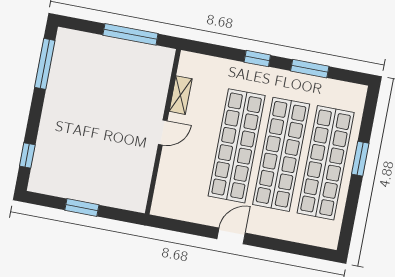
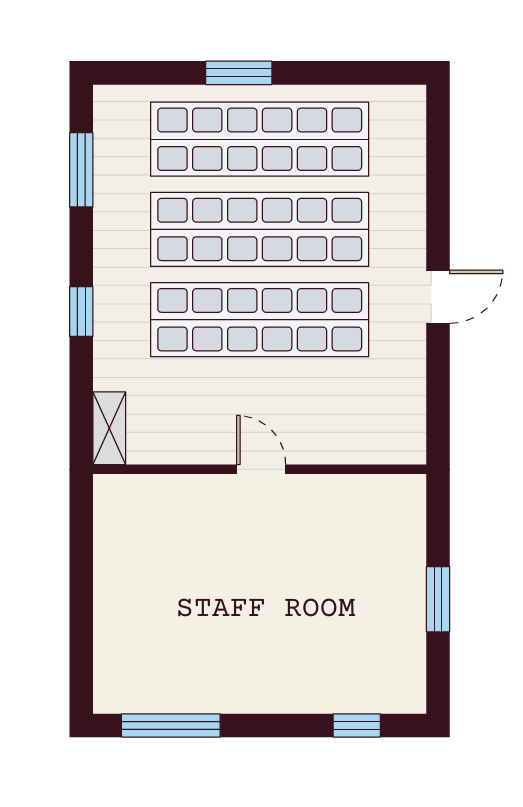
window: (130, 34) -> (81, 569), removed
window: (310, 69) -> (81, 170), moved
shelving: (181, 95) -> (109, 428), moved, turned 90
door: (231, 236) -> (438, 297), swing flipped

